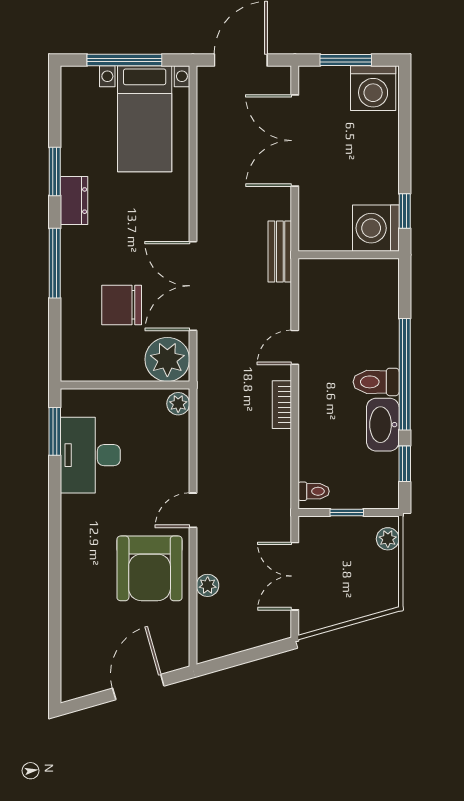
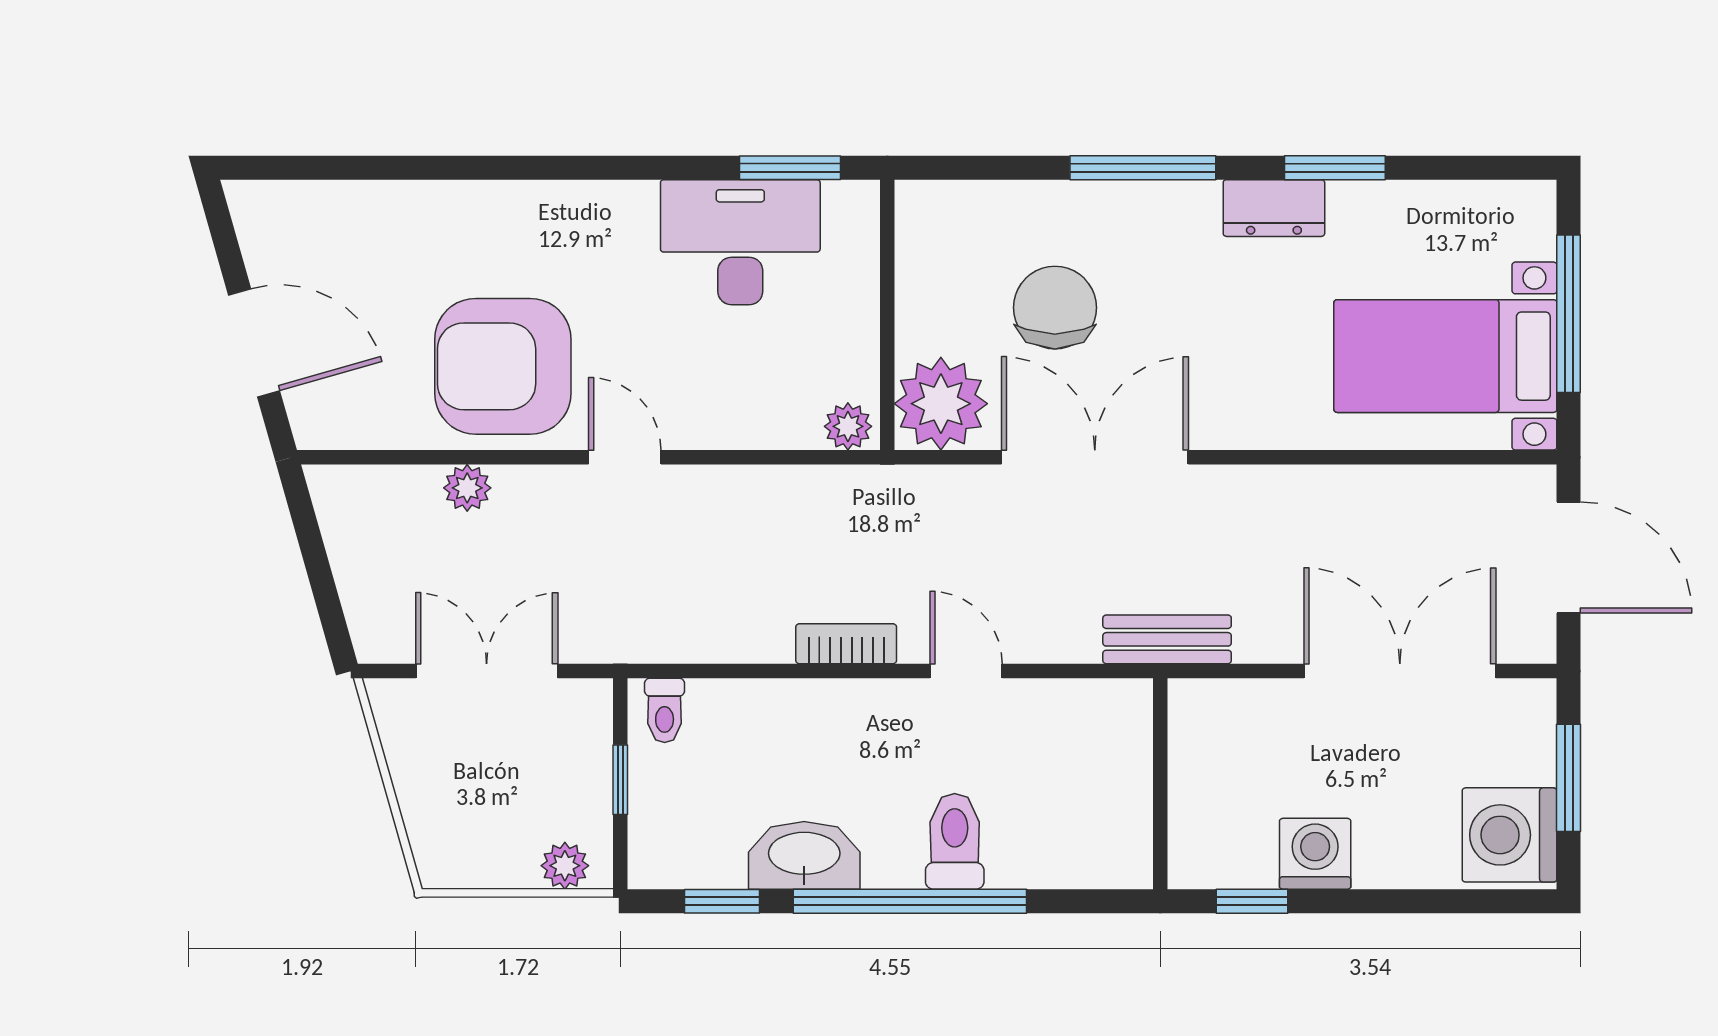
washing machine: (376, 228) -> (1315, 854), moved, width x0.73, depth x0.73
toilet: (376, 382) -> (955, 841), moved

